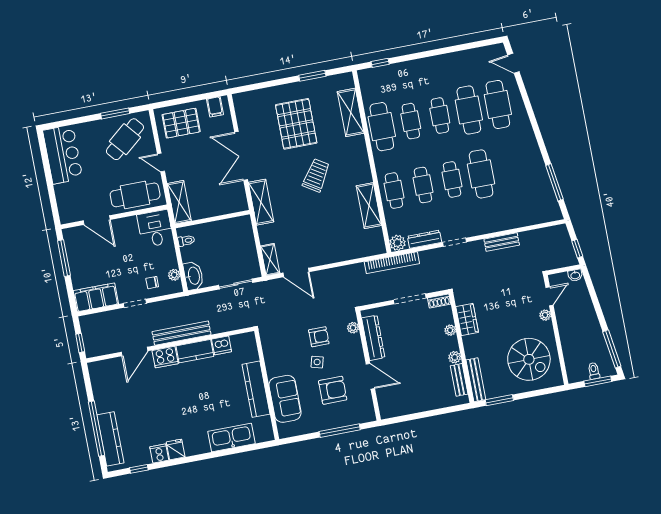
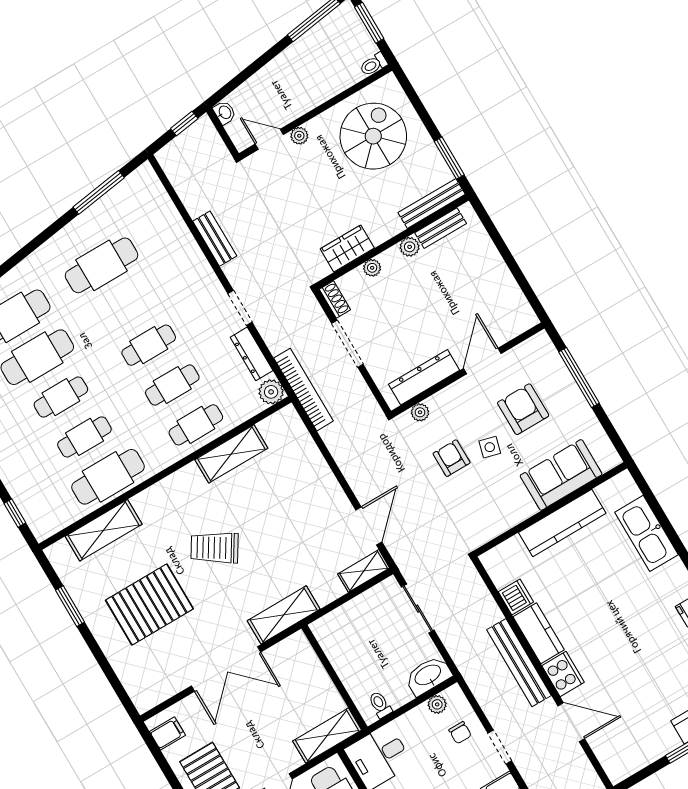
cafe table: (481, 174) -> (102, 265), moved
toilet: (594, 371) -> (374, 64), moved

